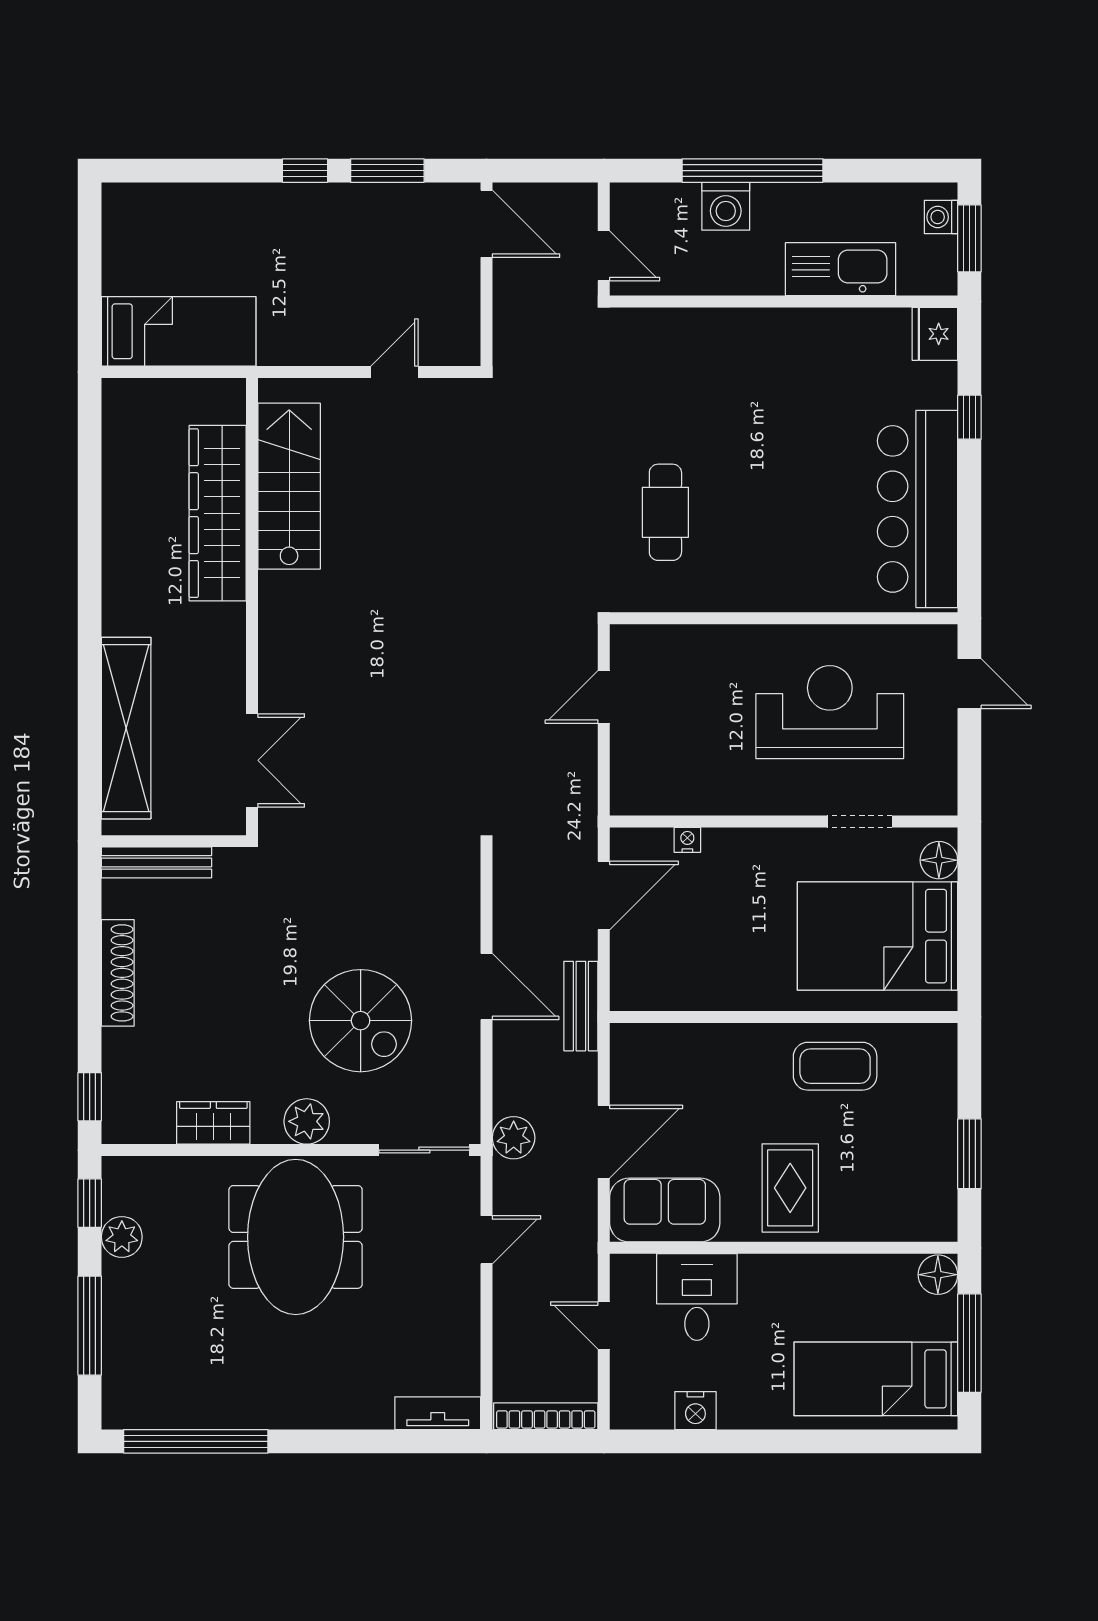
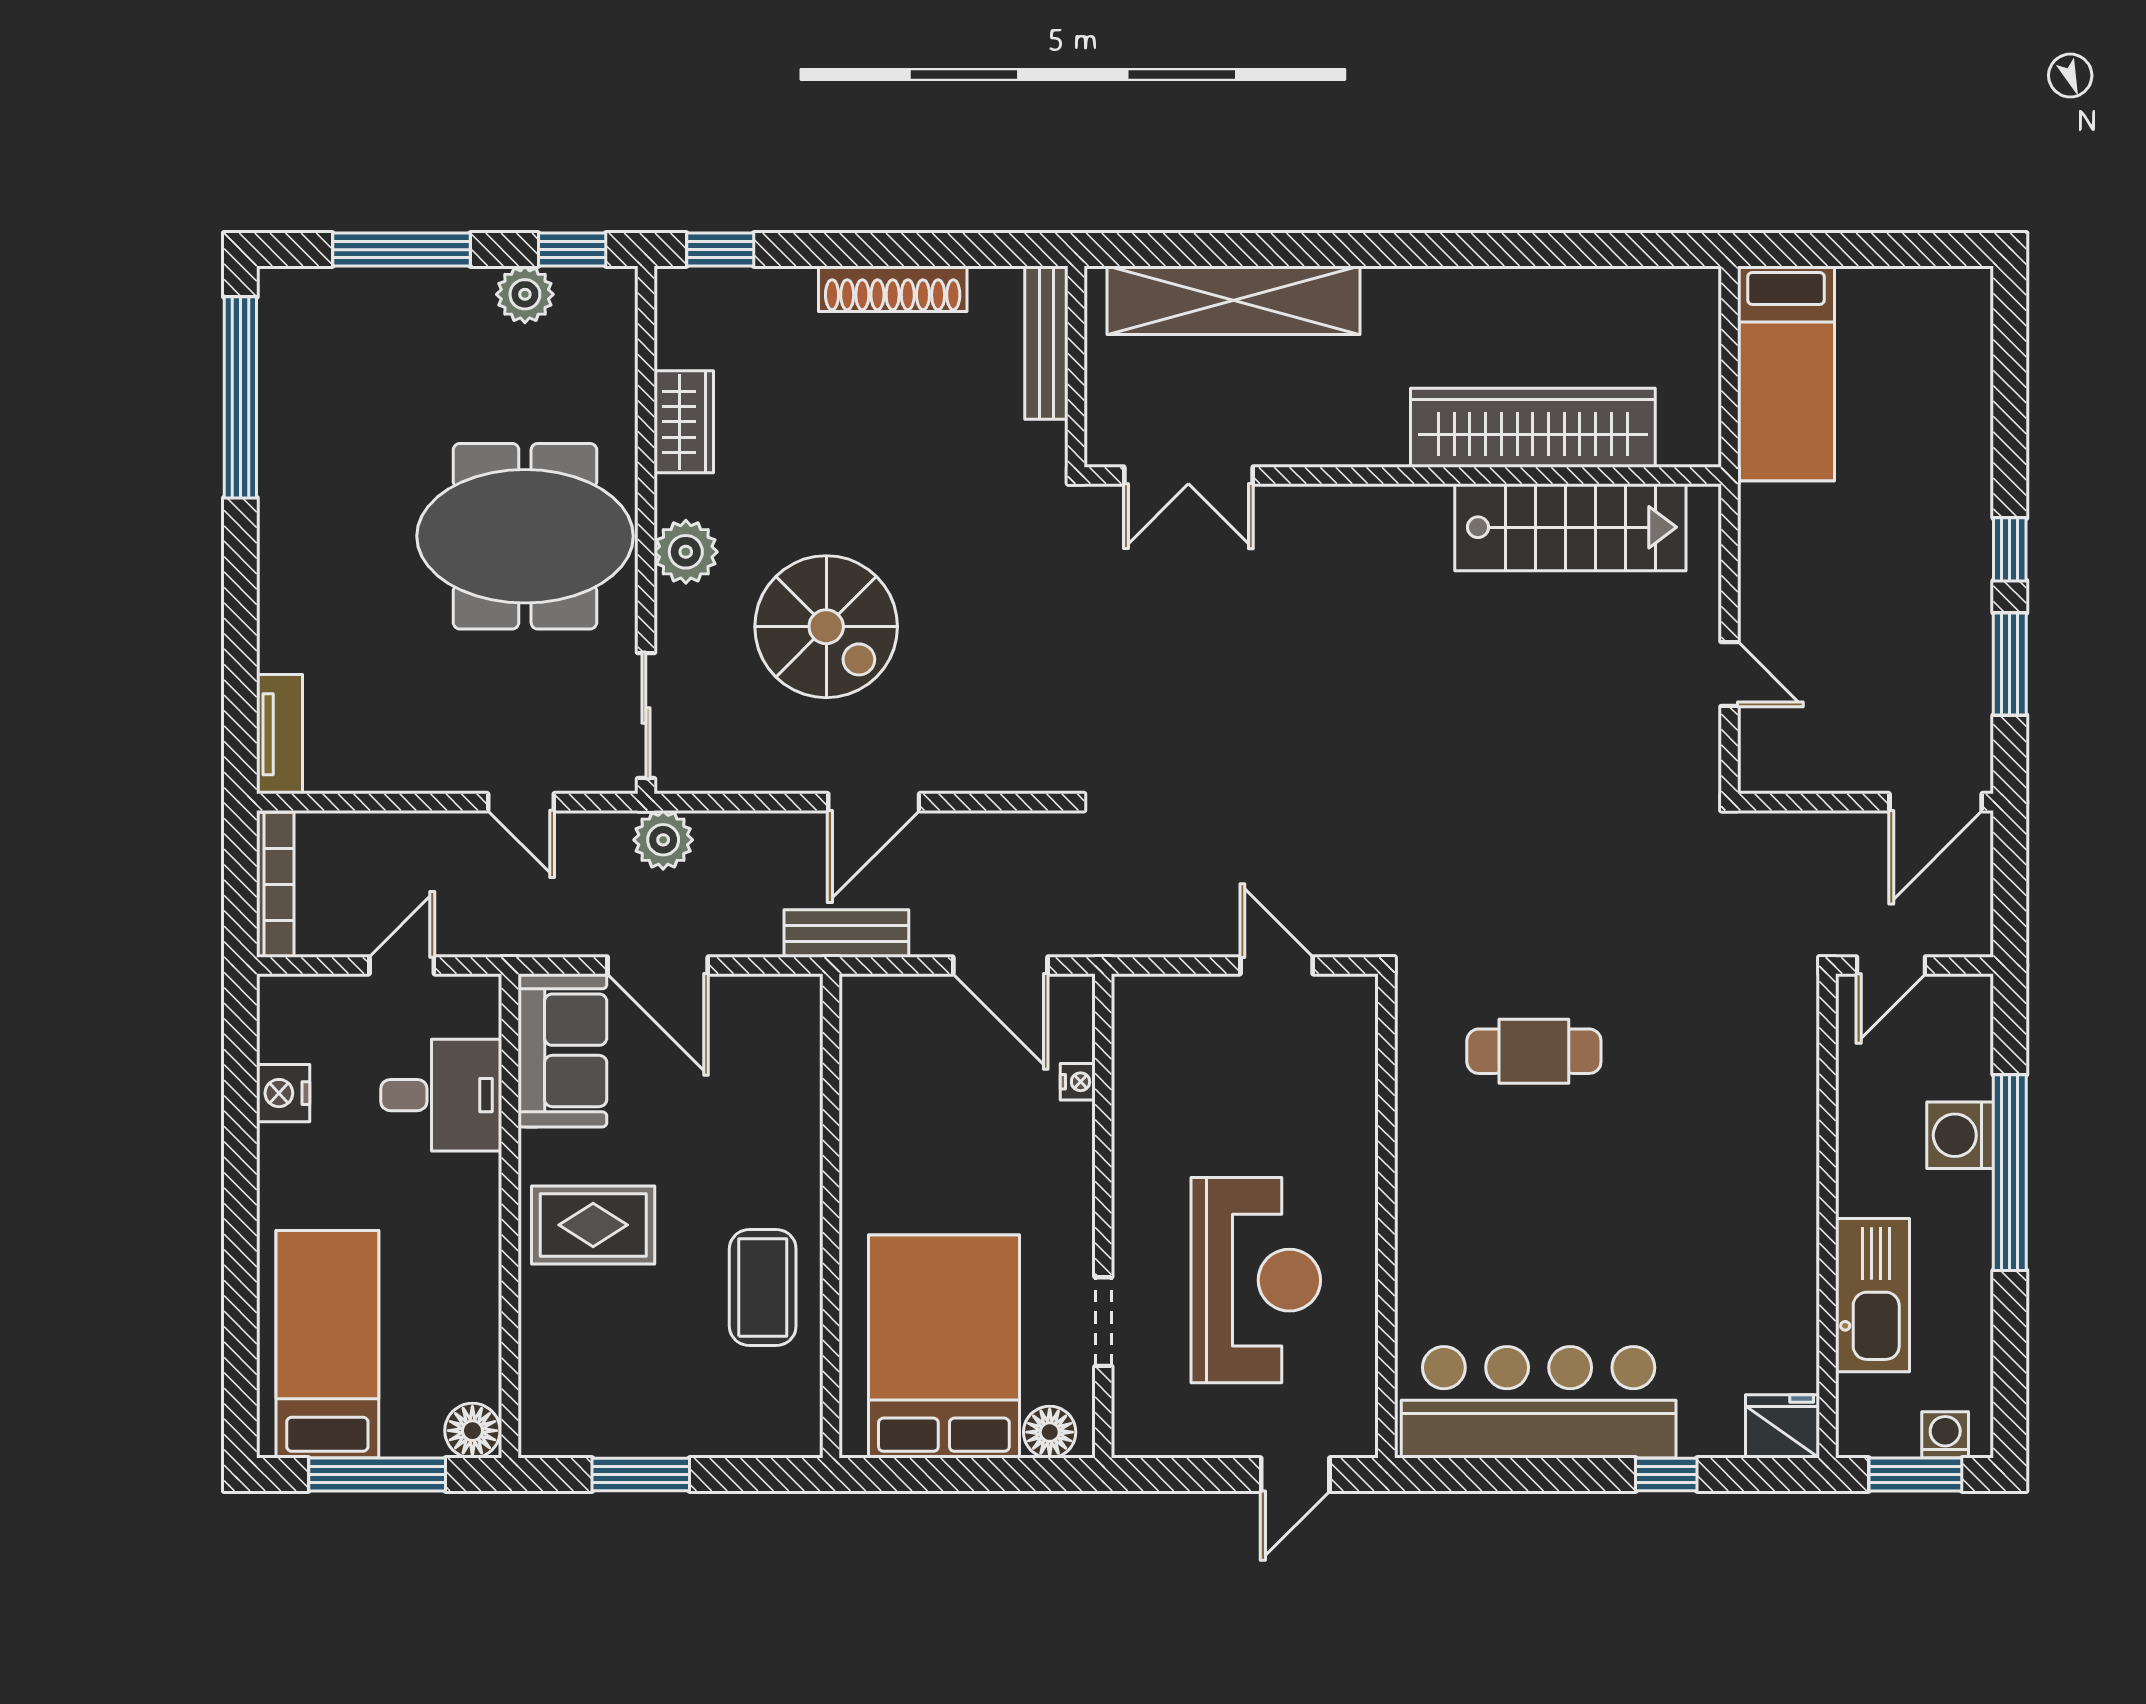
spiral stairs: (361, 1021) -> (826, 627), turned -90

